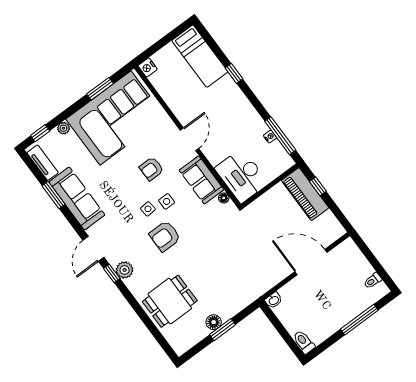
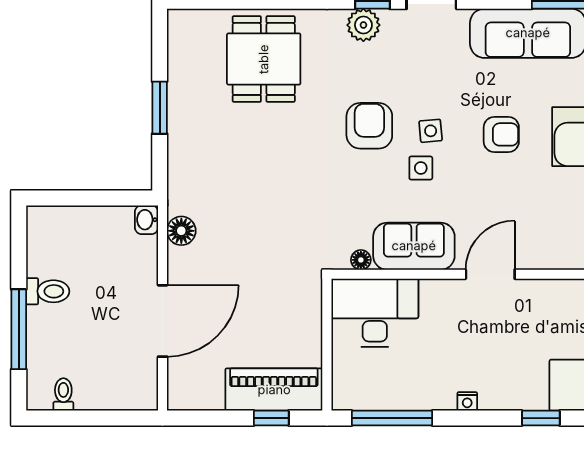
nightstand: (270, 137) -> (467, 401), moved
door: (189, 139) -> (490, 274), swing flipped
armchair: (151, 169) -> (501, 134), moved, turned 90
floor lamp: (214, 322) -> (181, 231), moved
toilet: (304, 342) -> (48, 291), moved

